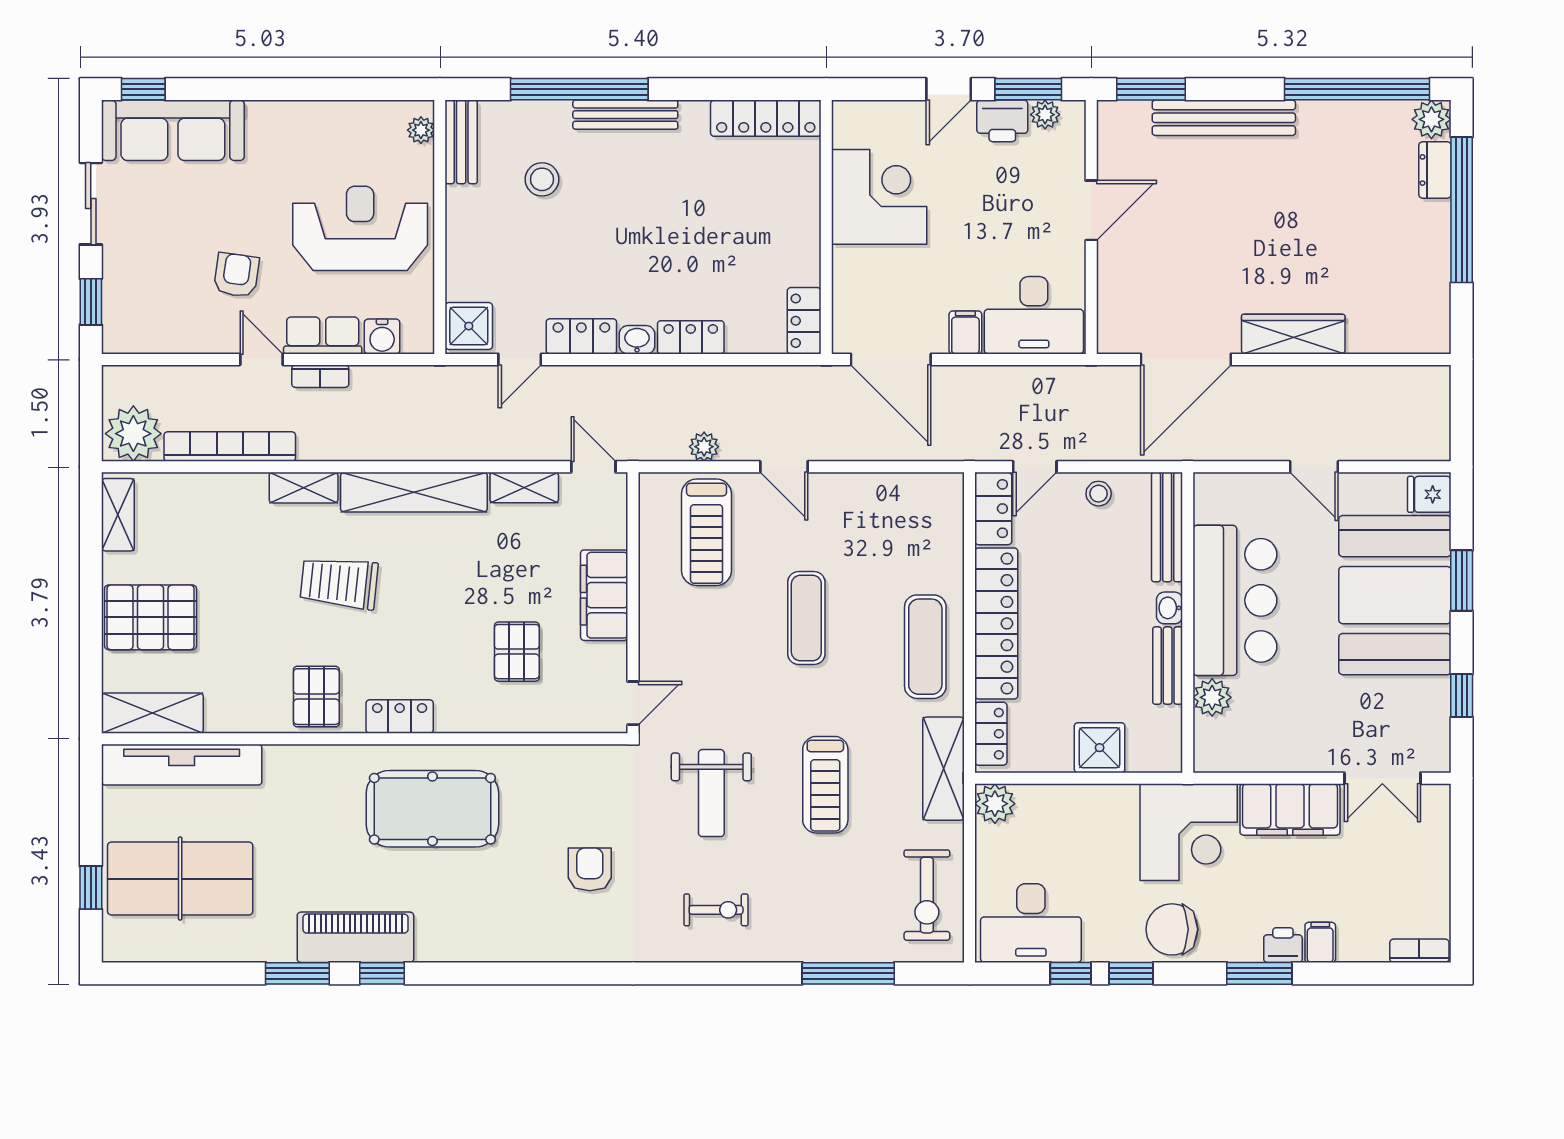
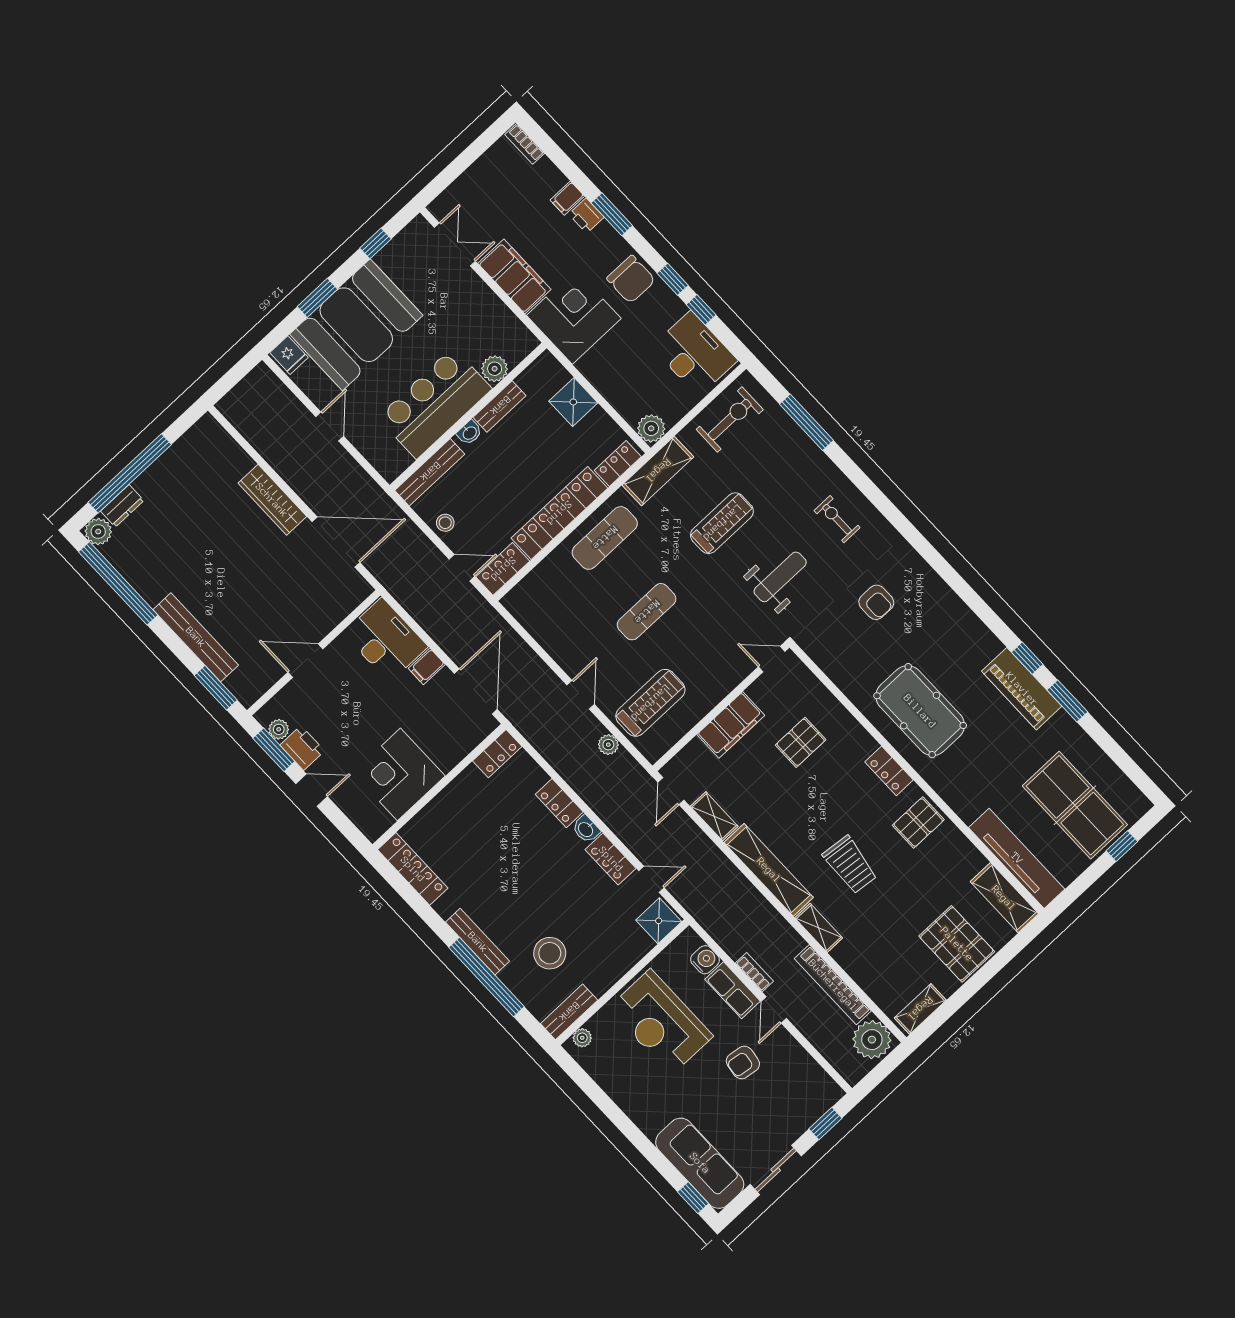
stool: (542, 179) -> (550, 953), width x1.38, depth x1.38
armchair: (590, 869) -> (876, 602), turned -90

